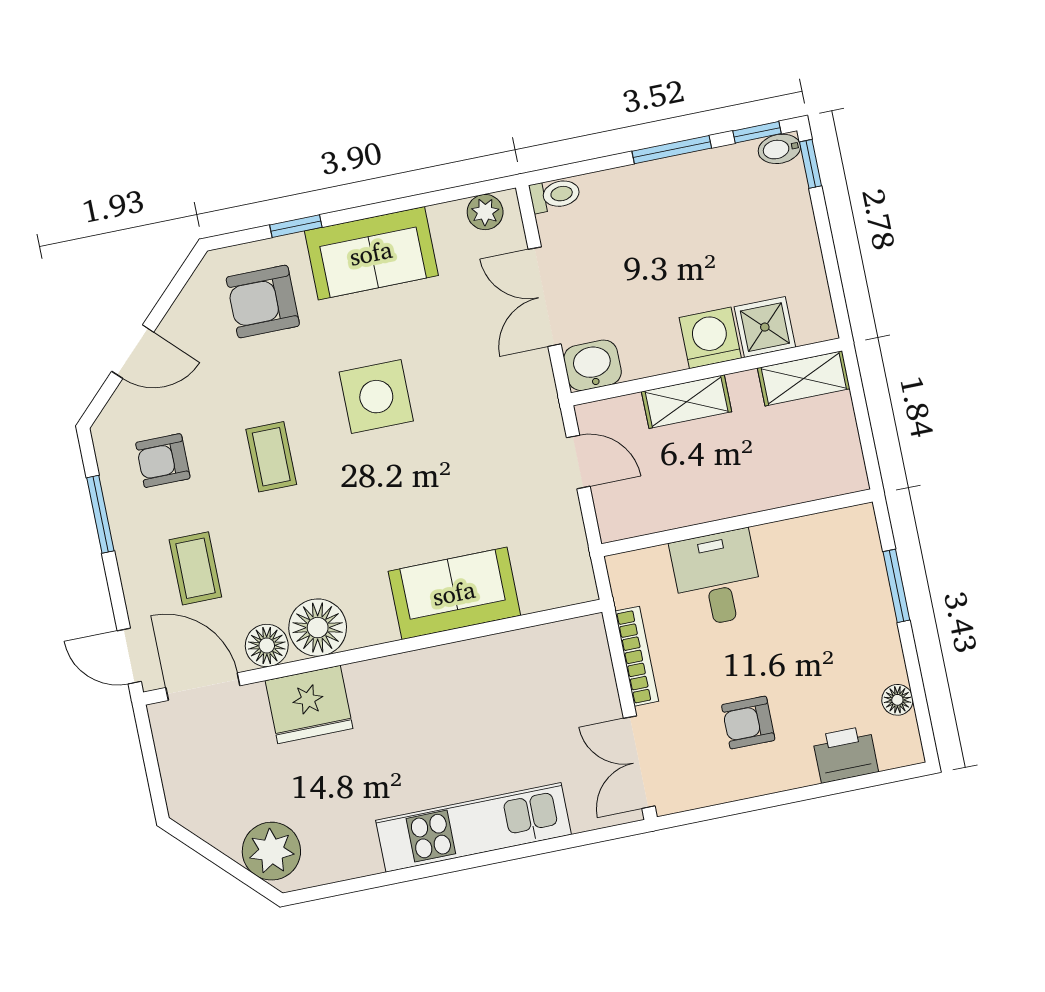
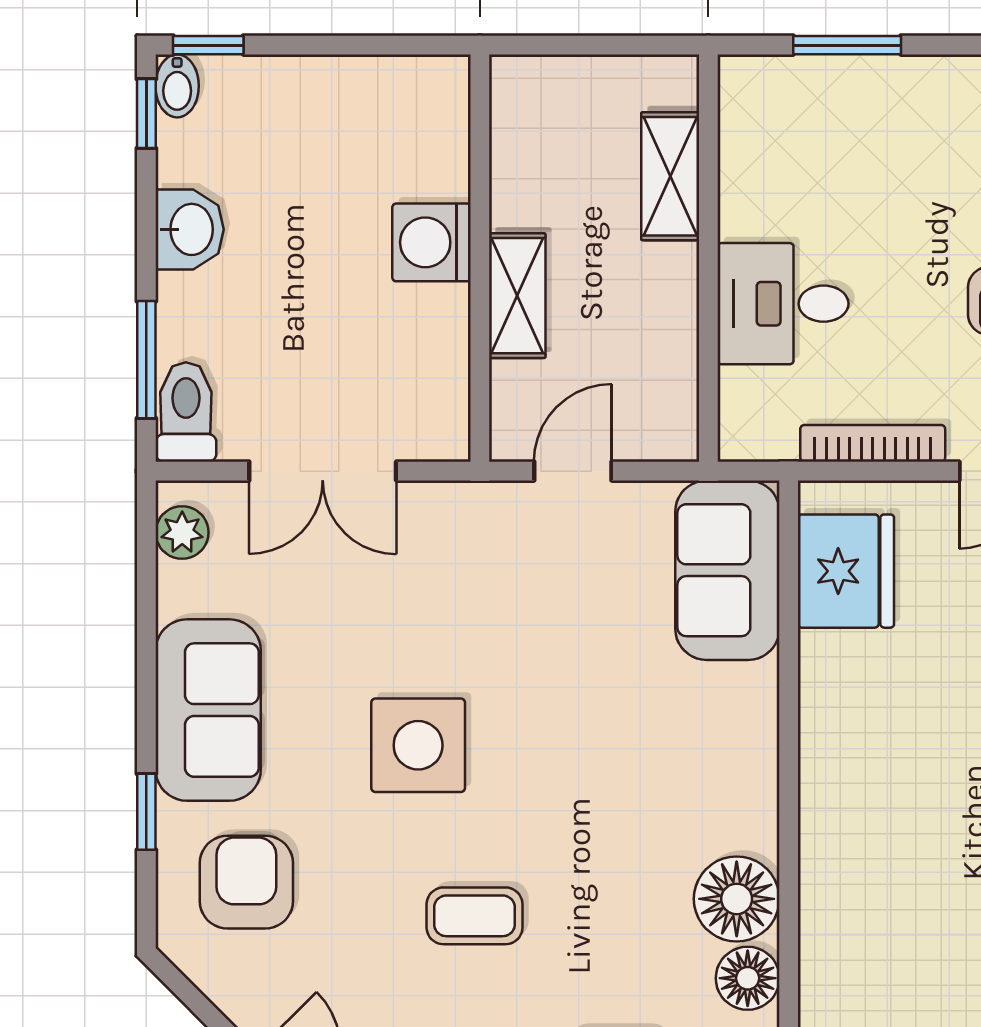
window: (672, 150) -> (146, 360), moved
toilet: (555, 195) -> (186, 412), width x1.37, depth x1.39
armchair: (263, 302) -> (246, 882), turned 180
shower: (765, 327) -> (432, 160), removed
washbasin: (592, 365) -> (190, 229), moved, turned 180
shelving: (804, 378) -> (670, 176), moved
sofa: (454, 593) -> (727, 570), moved
fridge: (309, 704) -> (846, 571), moved

